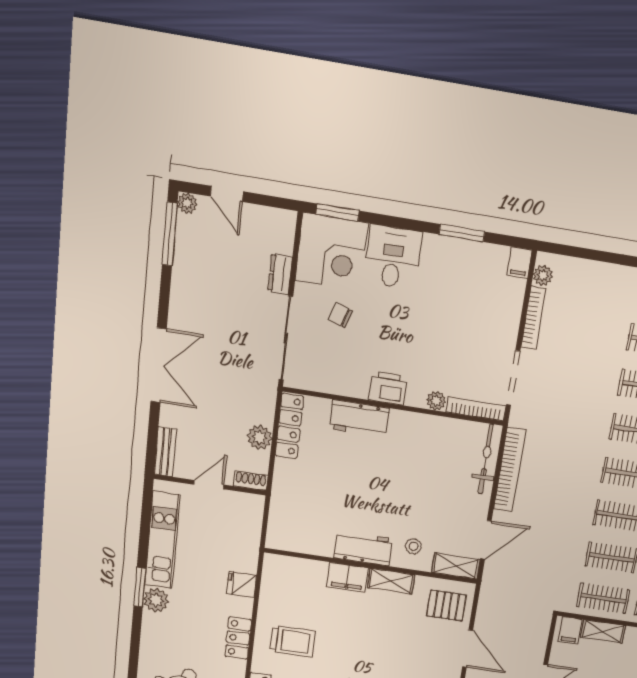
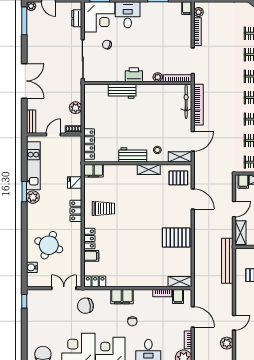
dresser: (280, 274) -> (77, 18), moved
locker: (289, 426) -> (89, 144), moved
filing cabinet: (347, 577) -> (94, 171), moved

